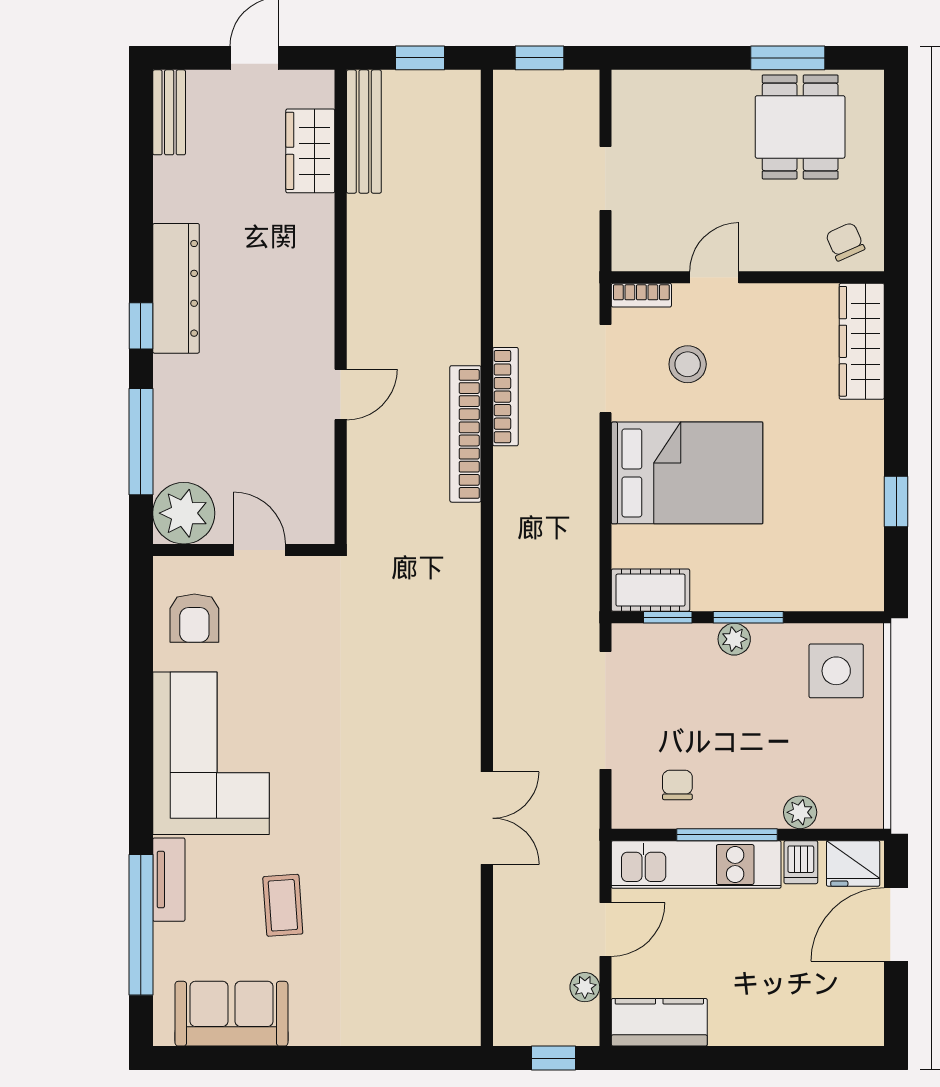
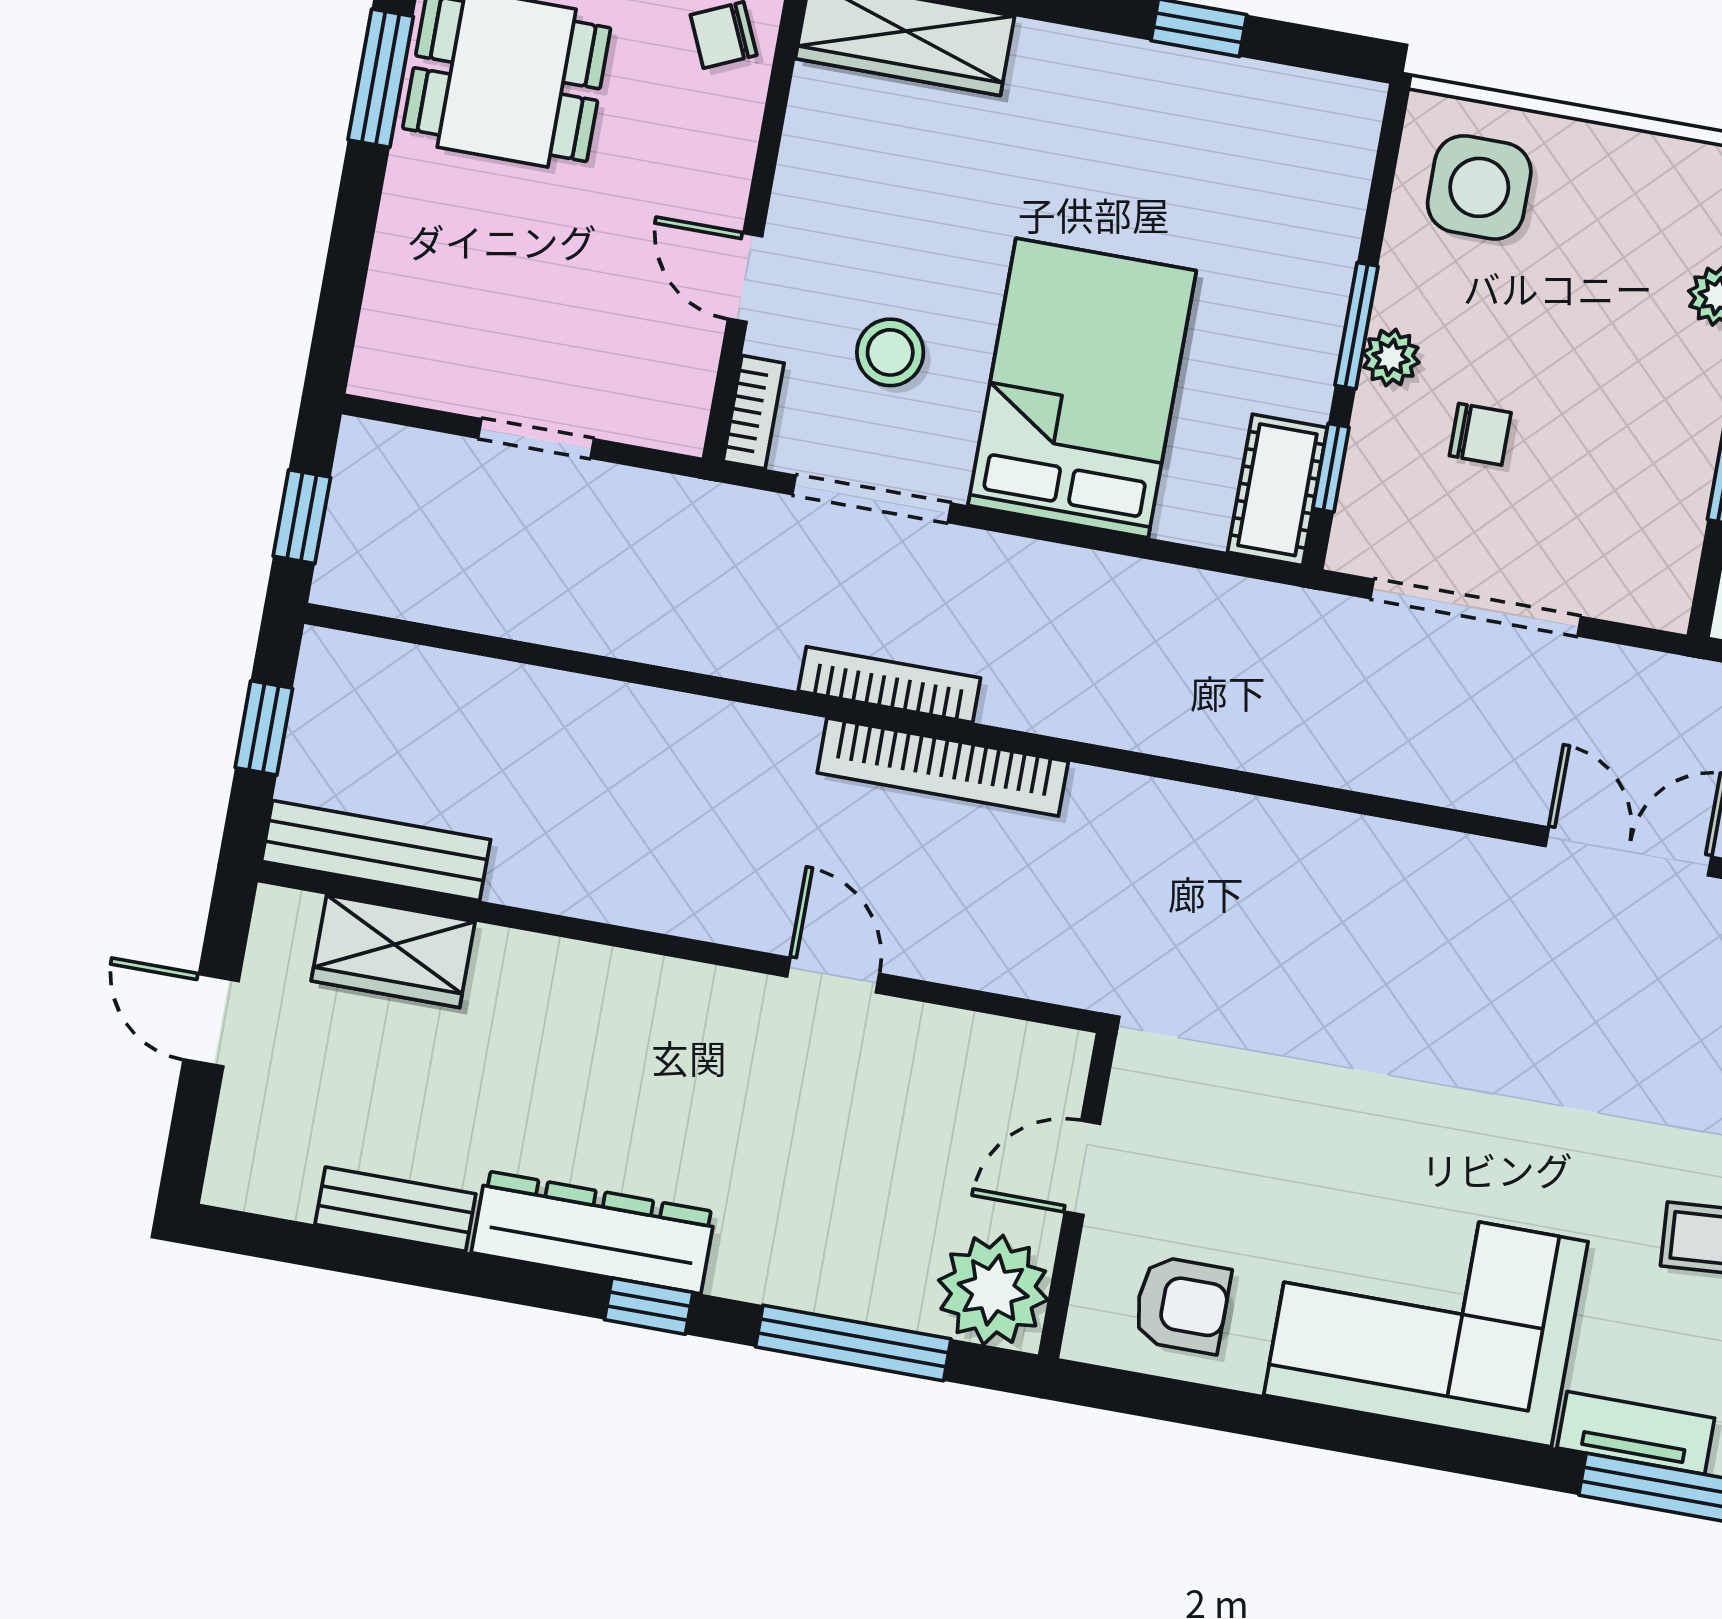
bench: (169, 112) -> (395, 1209), moved
chair: (677, 785) -> (1480, 434), moved, turned 180

